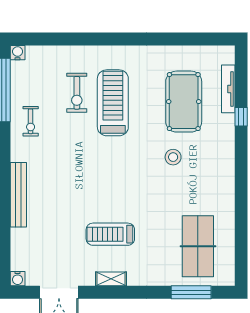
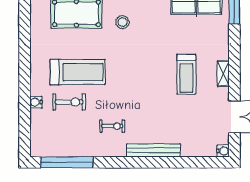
water cooler: (18, 53) -> (36, 102), moved
treadmill: (113, 103) -> (77, 72), turned 180
exercise bike: (31, 121) -> (112, 126), moved

